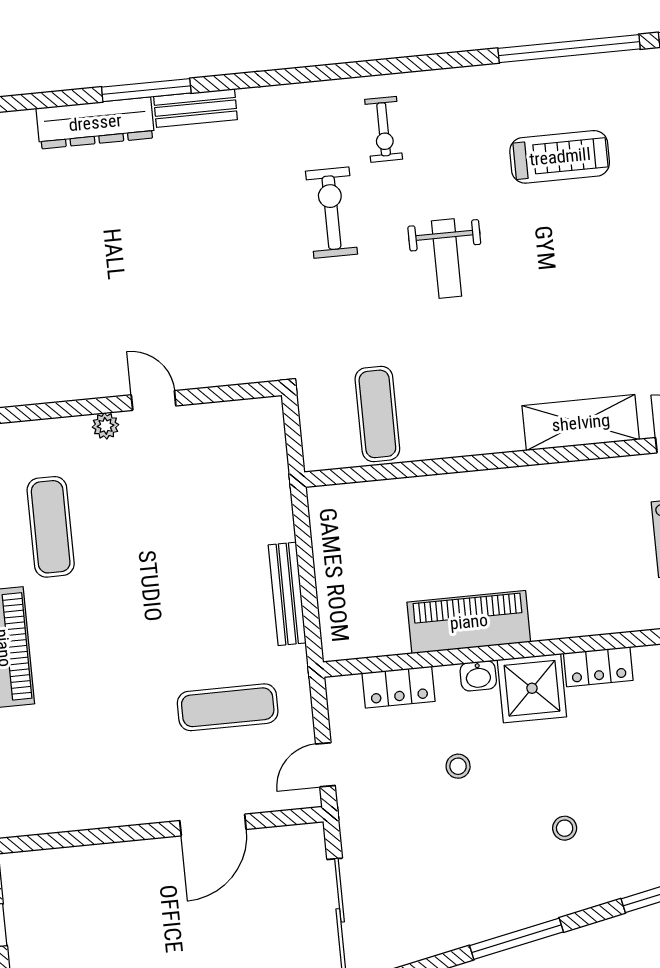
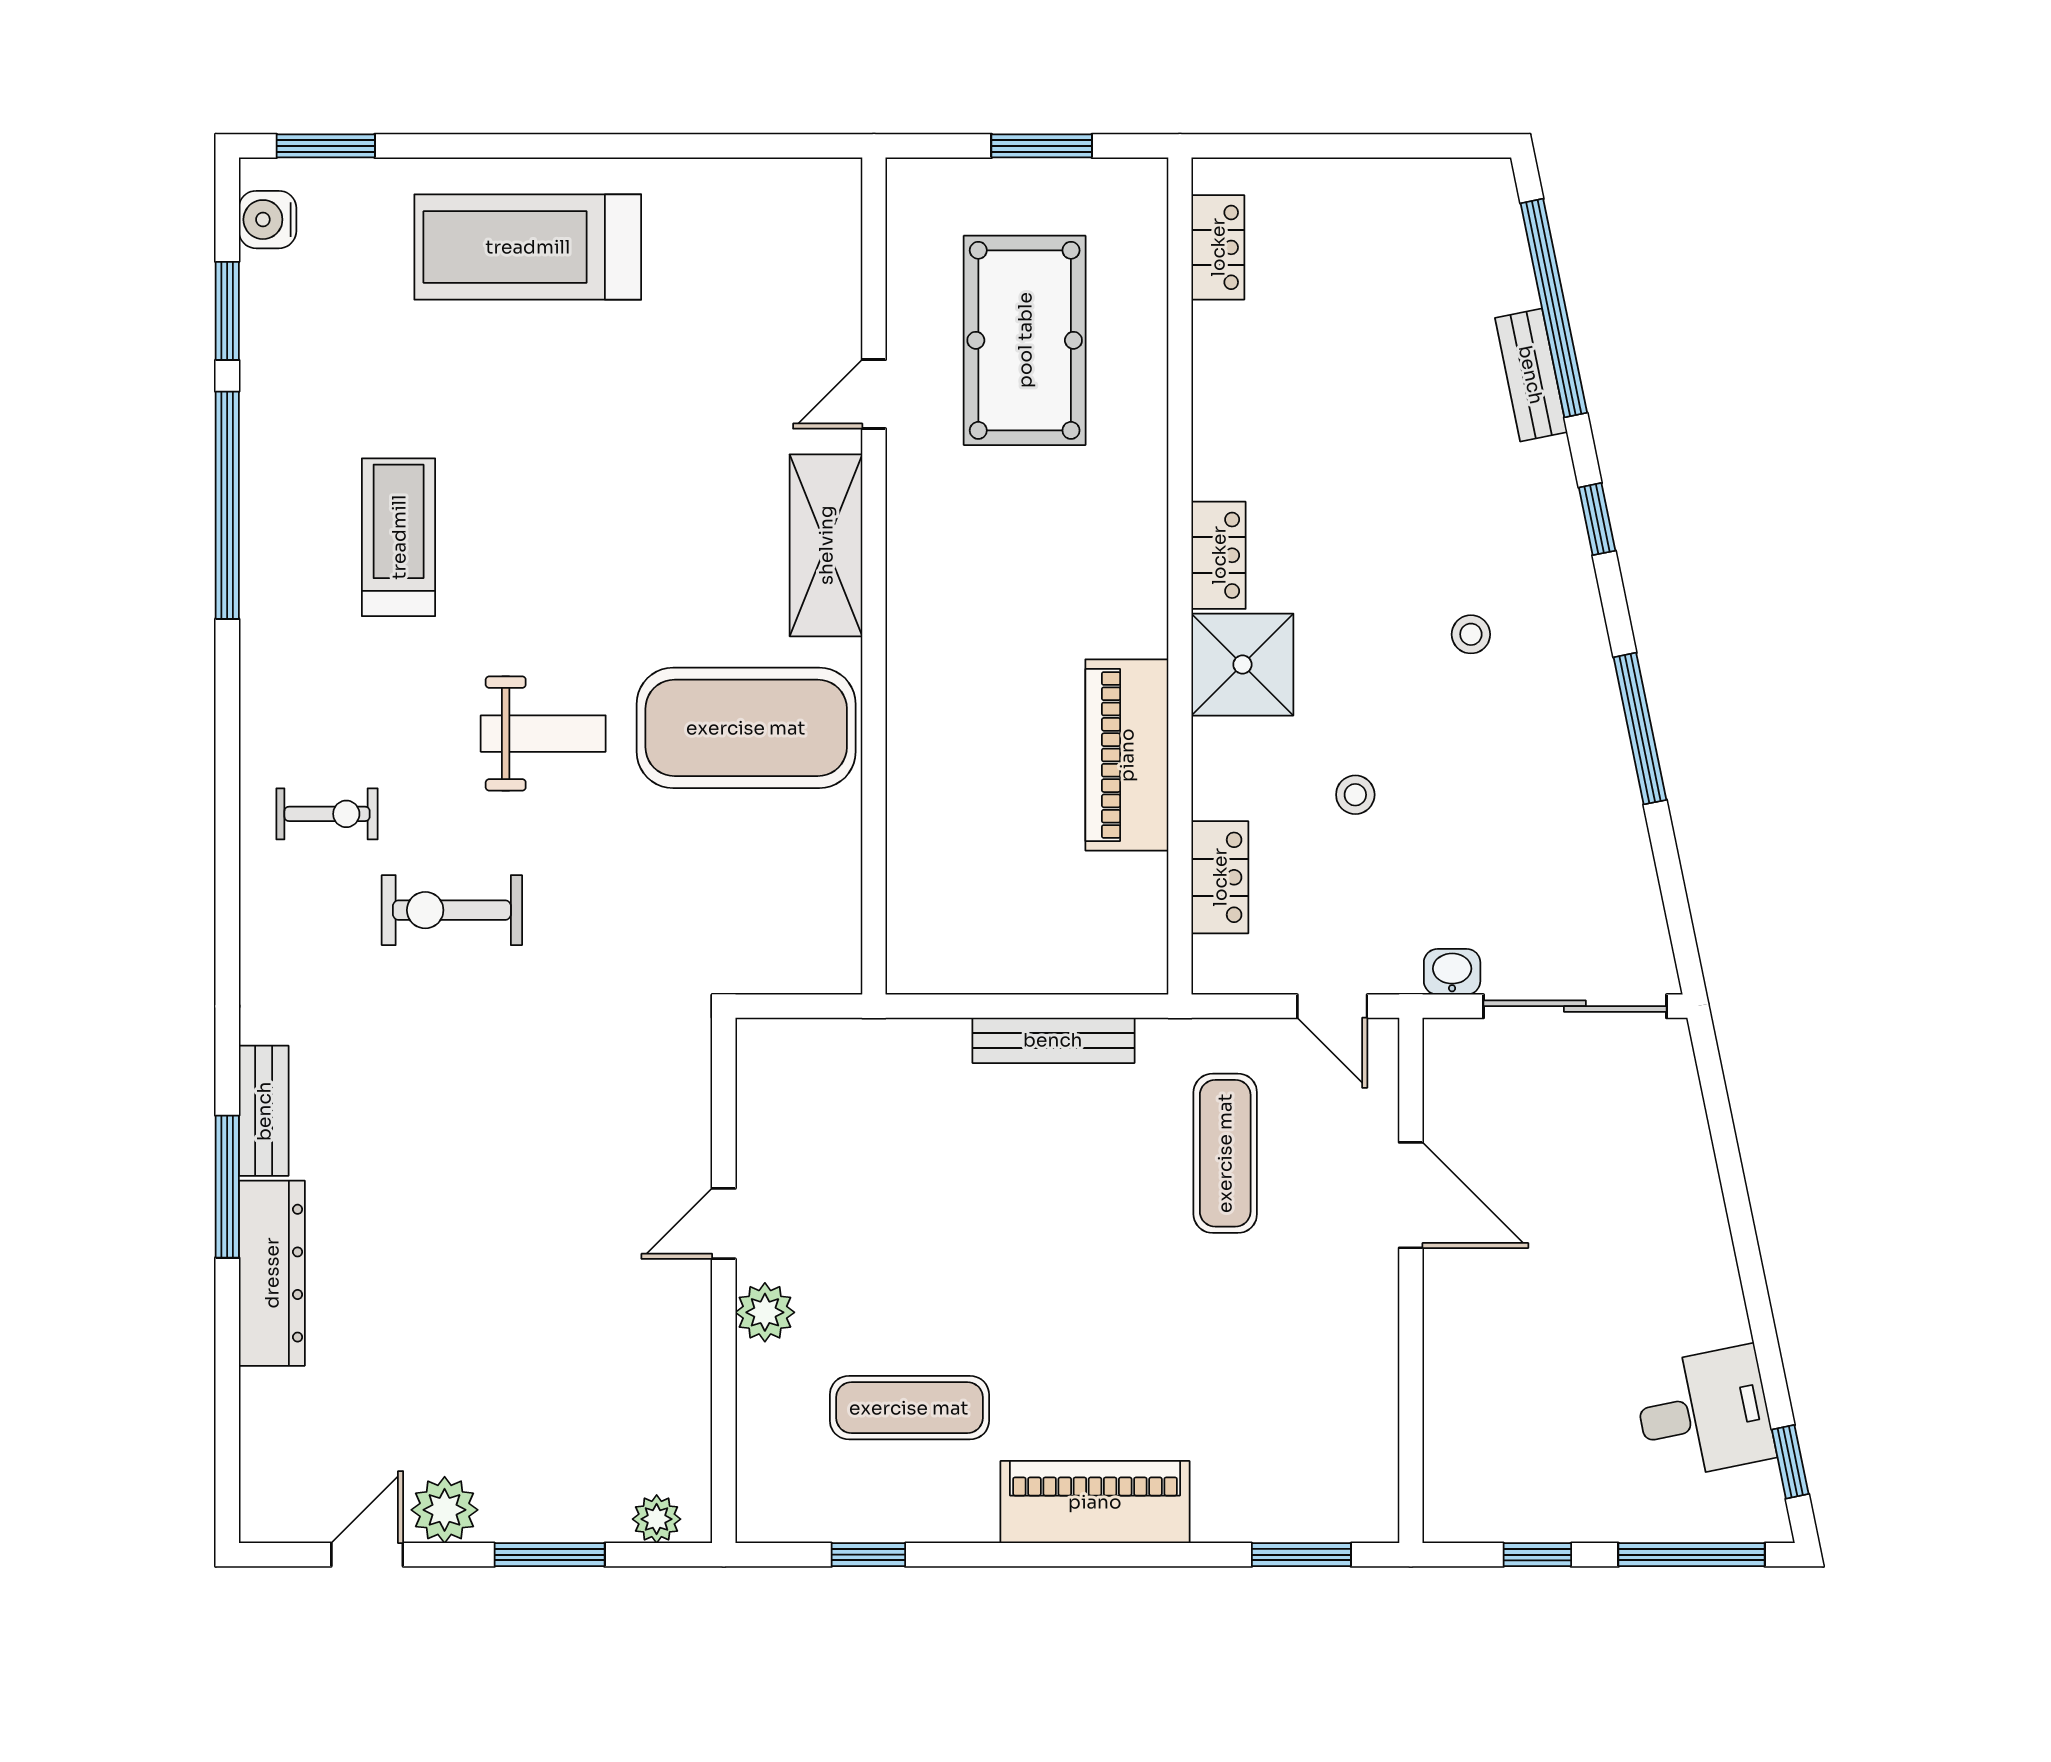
exercise mat: (377, 414) -> (746, 728), moved, width x2.00, depth x1.45
plant: (106, 426) -> (765, 1312), width x1.38, depth x1.38
washbasin: (478, 676) -> (1452, 972), moved, turned -90

